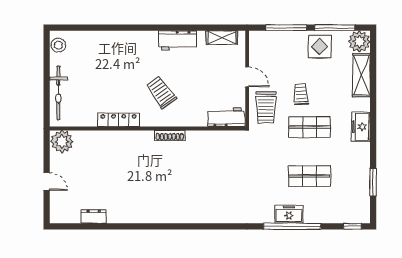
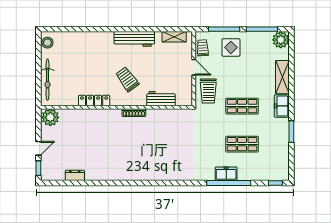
workbench: (177, 40) -> (134, 39), width x1.38
display table: (320, 47) -> (231, 47), moved
shelving: (361, 75) -> (282, 77), moved
trolley: (301, 94) -> (203, 48), moved
workbench: (226, 117) -> (161, 99), moved
door: (47, 181) -> (38, 148), hinge flipped
window: (373, 182) -> (291, 132), moved
window: (47, 207) -> (38, 168), added

